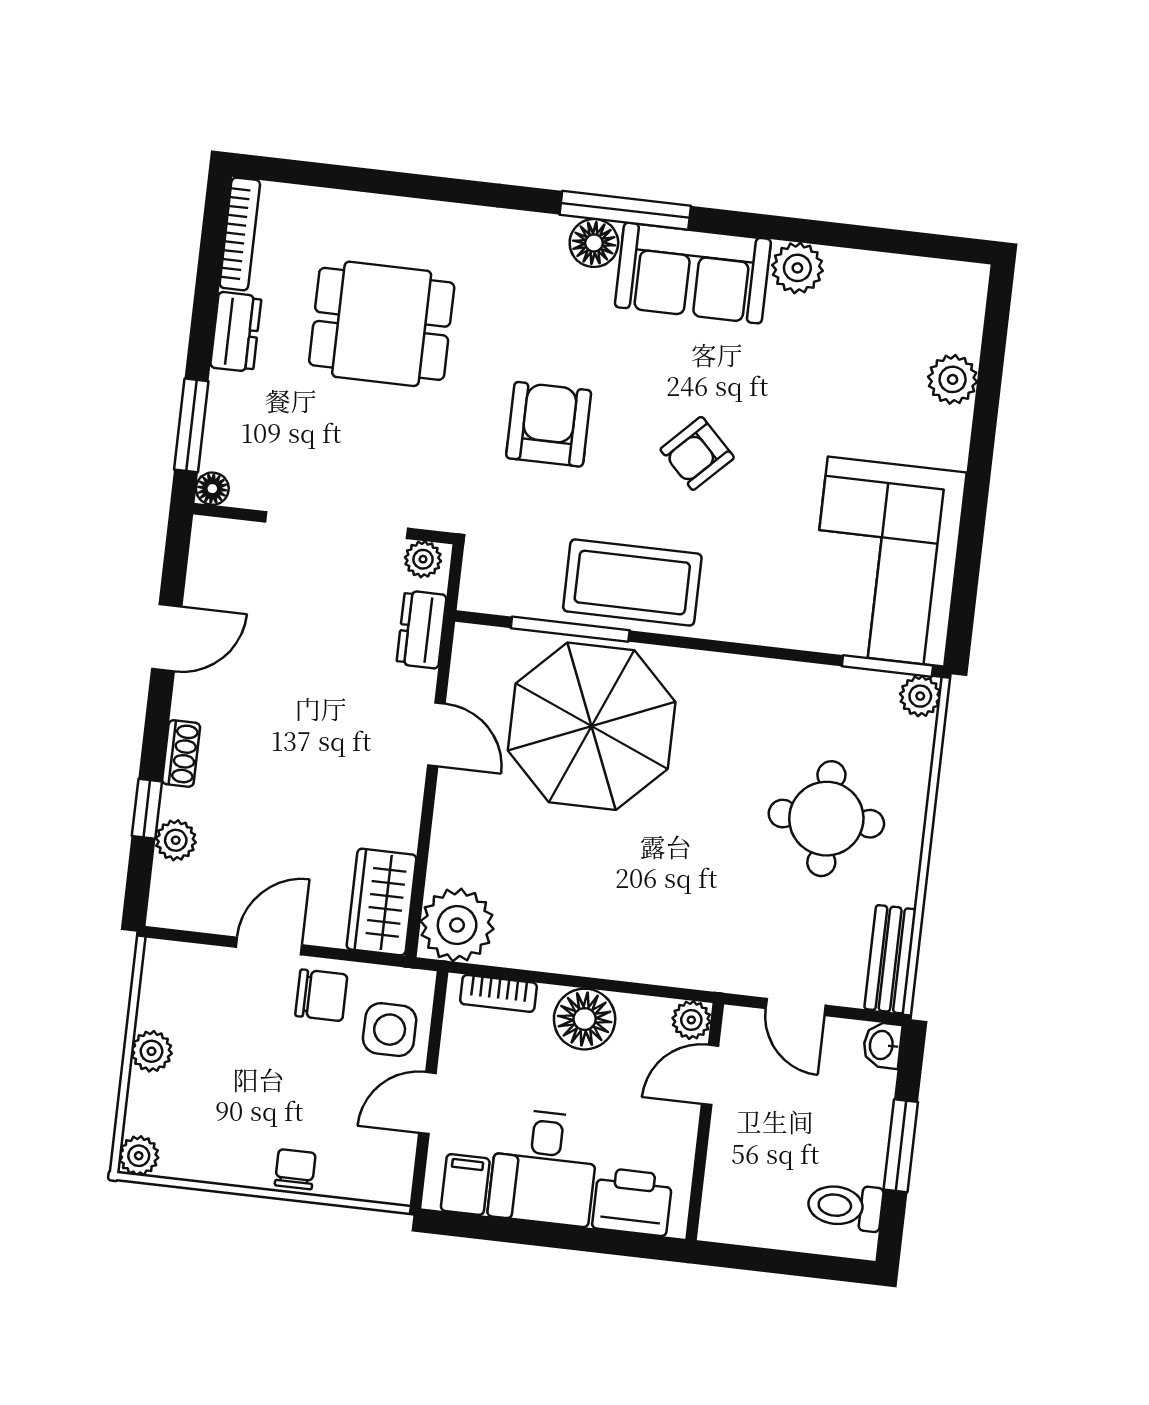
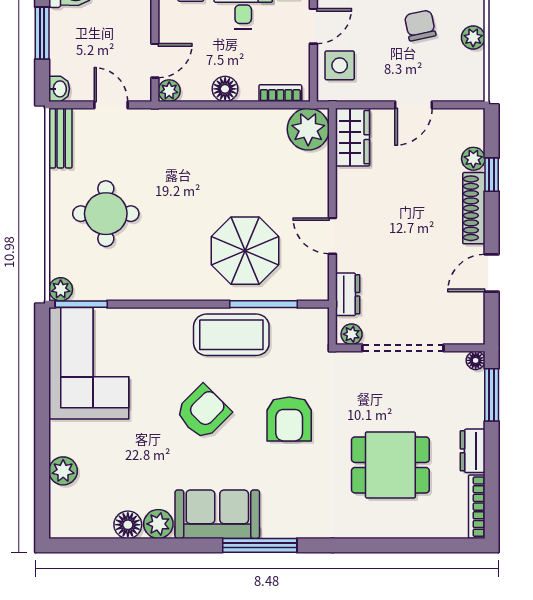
floor lamp: (594, 243) -> (128, 525), moved
armchair: (697, 453) -> (203, 412), width x1.38, depth x1.38
parasol: (592, 726) -> (245, 251), width x0.73, depth x0.73
shoe rack: (181, 753) -> (474, 208), width x1.94, depth x1.24
chair: (321, 995) -> (420, 25), moved, turned 78
floor lamp: (585, 1019) -> (225, 89), width x0.73, depth x0.73

